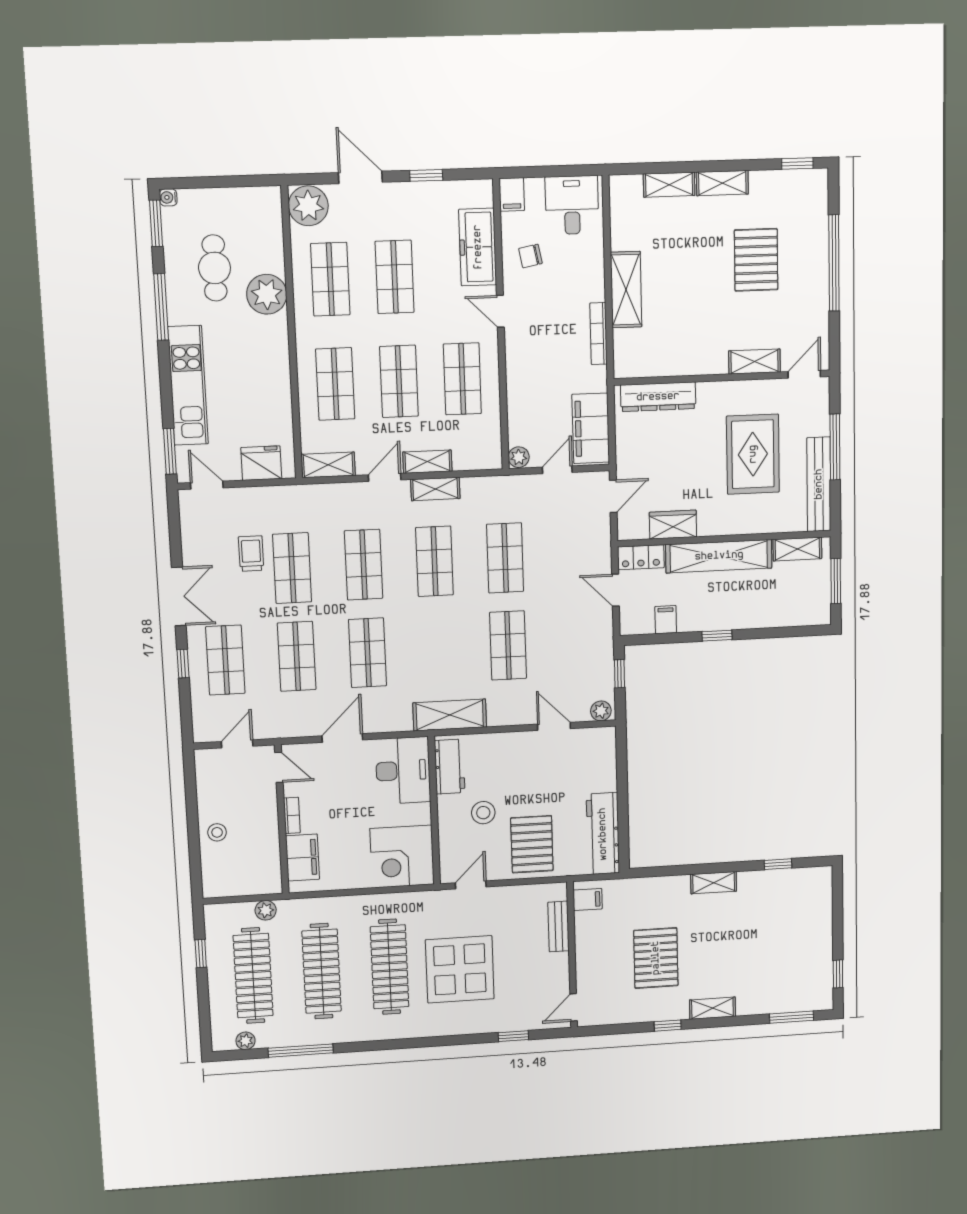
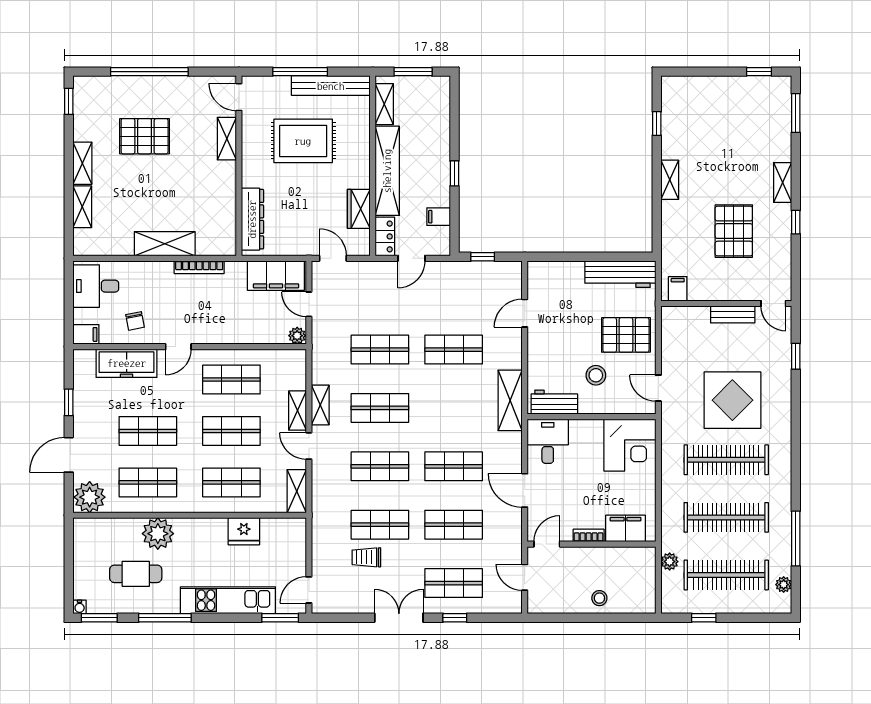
fridge: (261, 463) -> (244, 531), moved, turned -90
plant: (601, 711) -> (514, 273), removed
desk: (403, 770) -> (548, 441), width x0.73
bench: (558, 927) -> (733, 314), moved
pallet: (656, 958) -> (734, 231), turned 90

